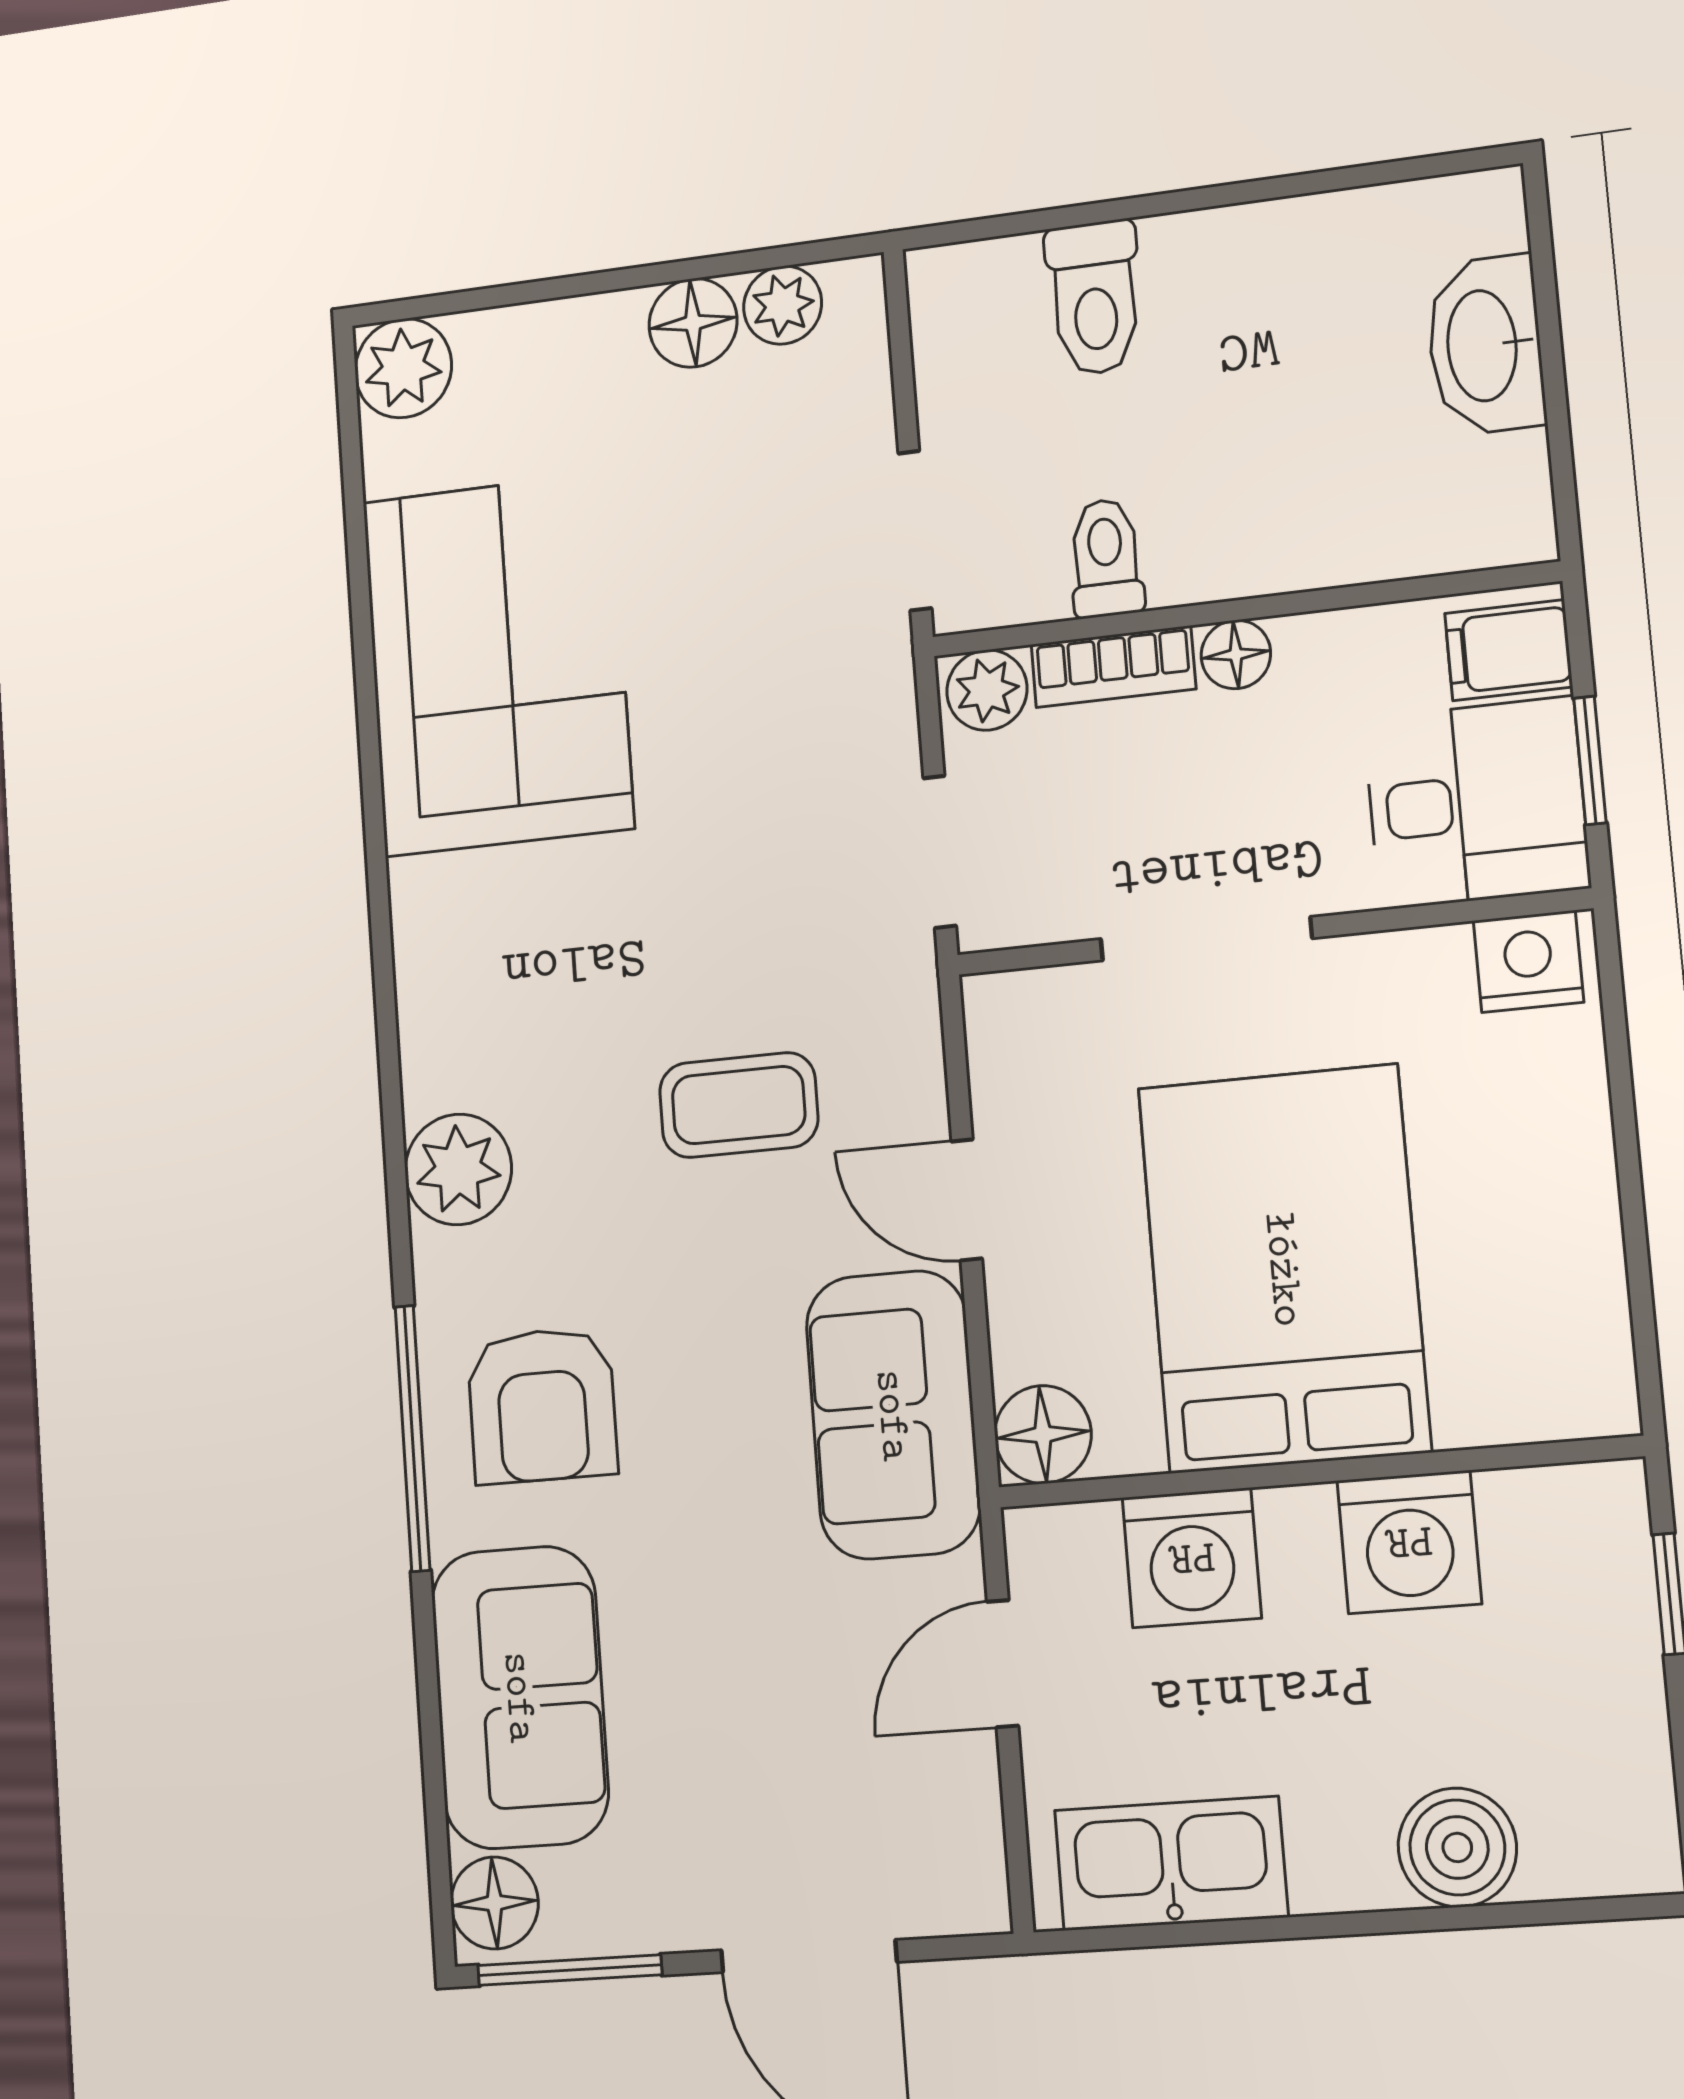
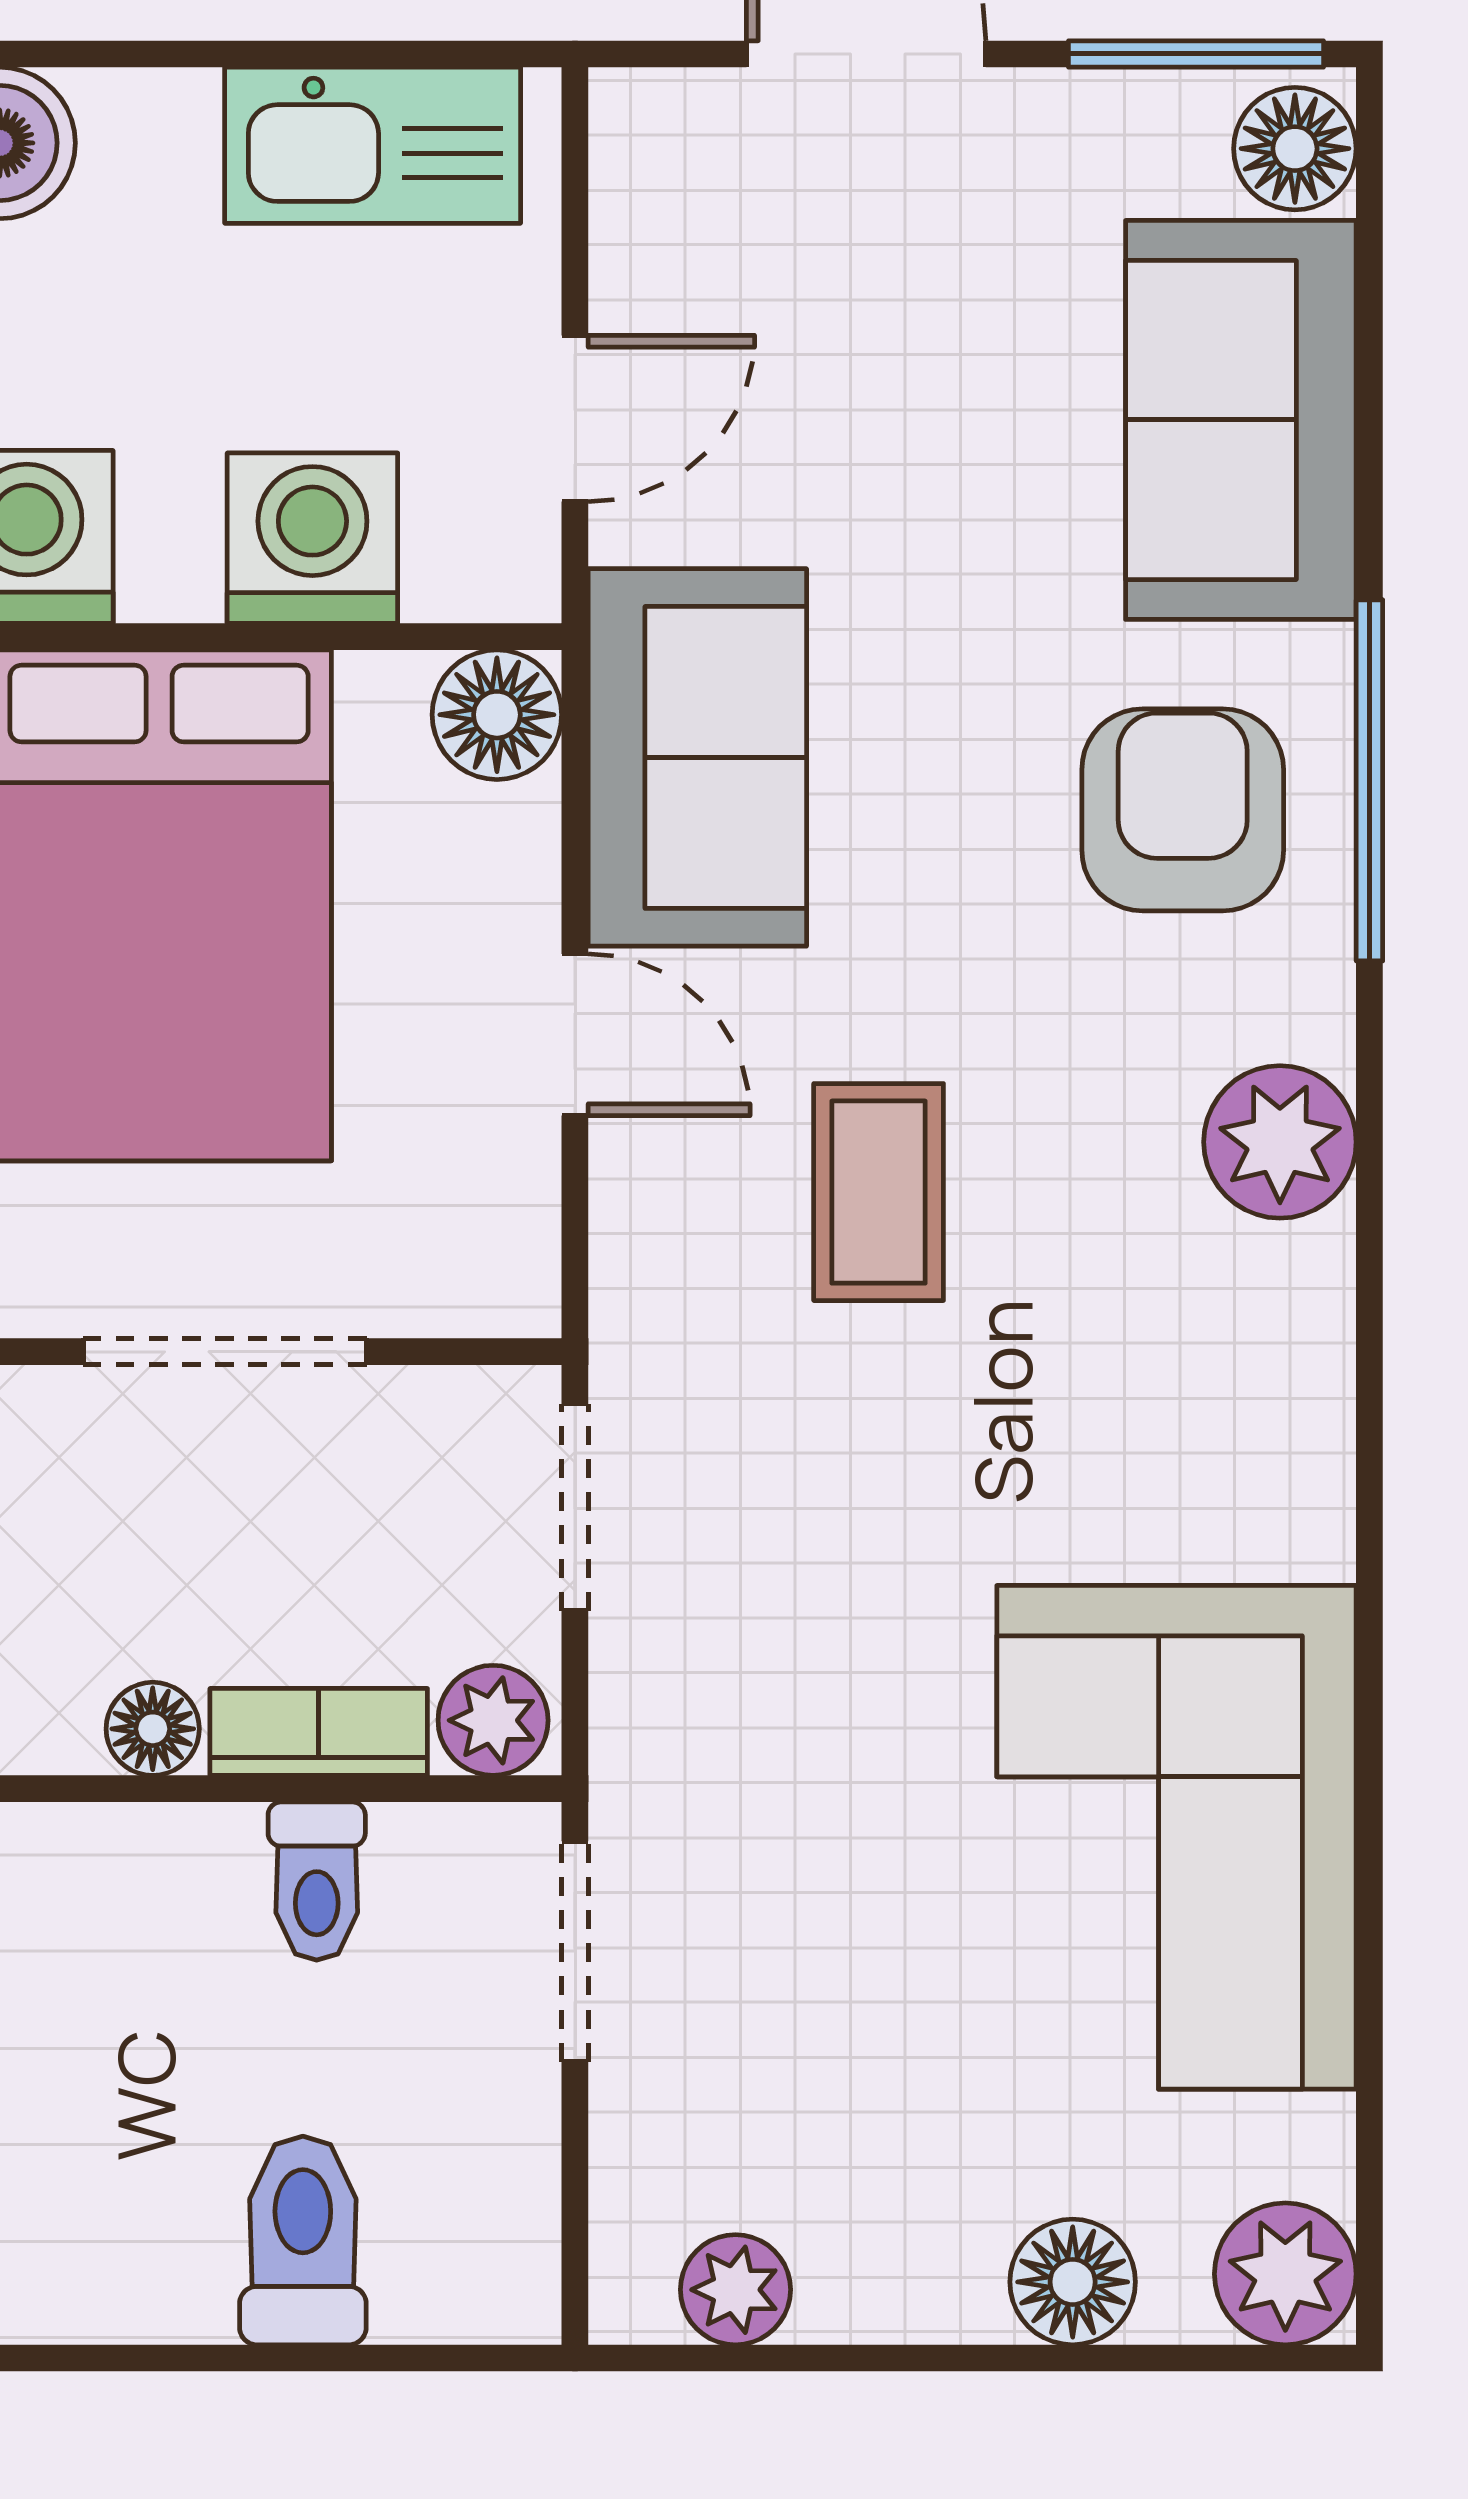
floor lamp: (693, 323) -> (1073, 2282), moved
coffee table: (739, 1105) -> (879, 1192), turned 90

